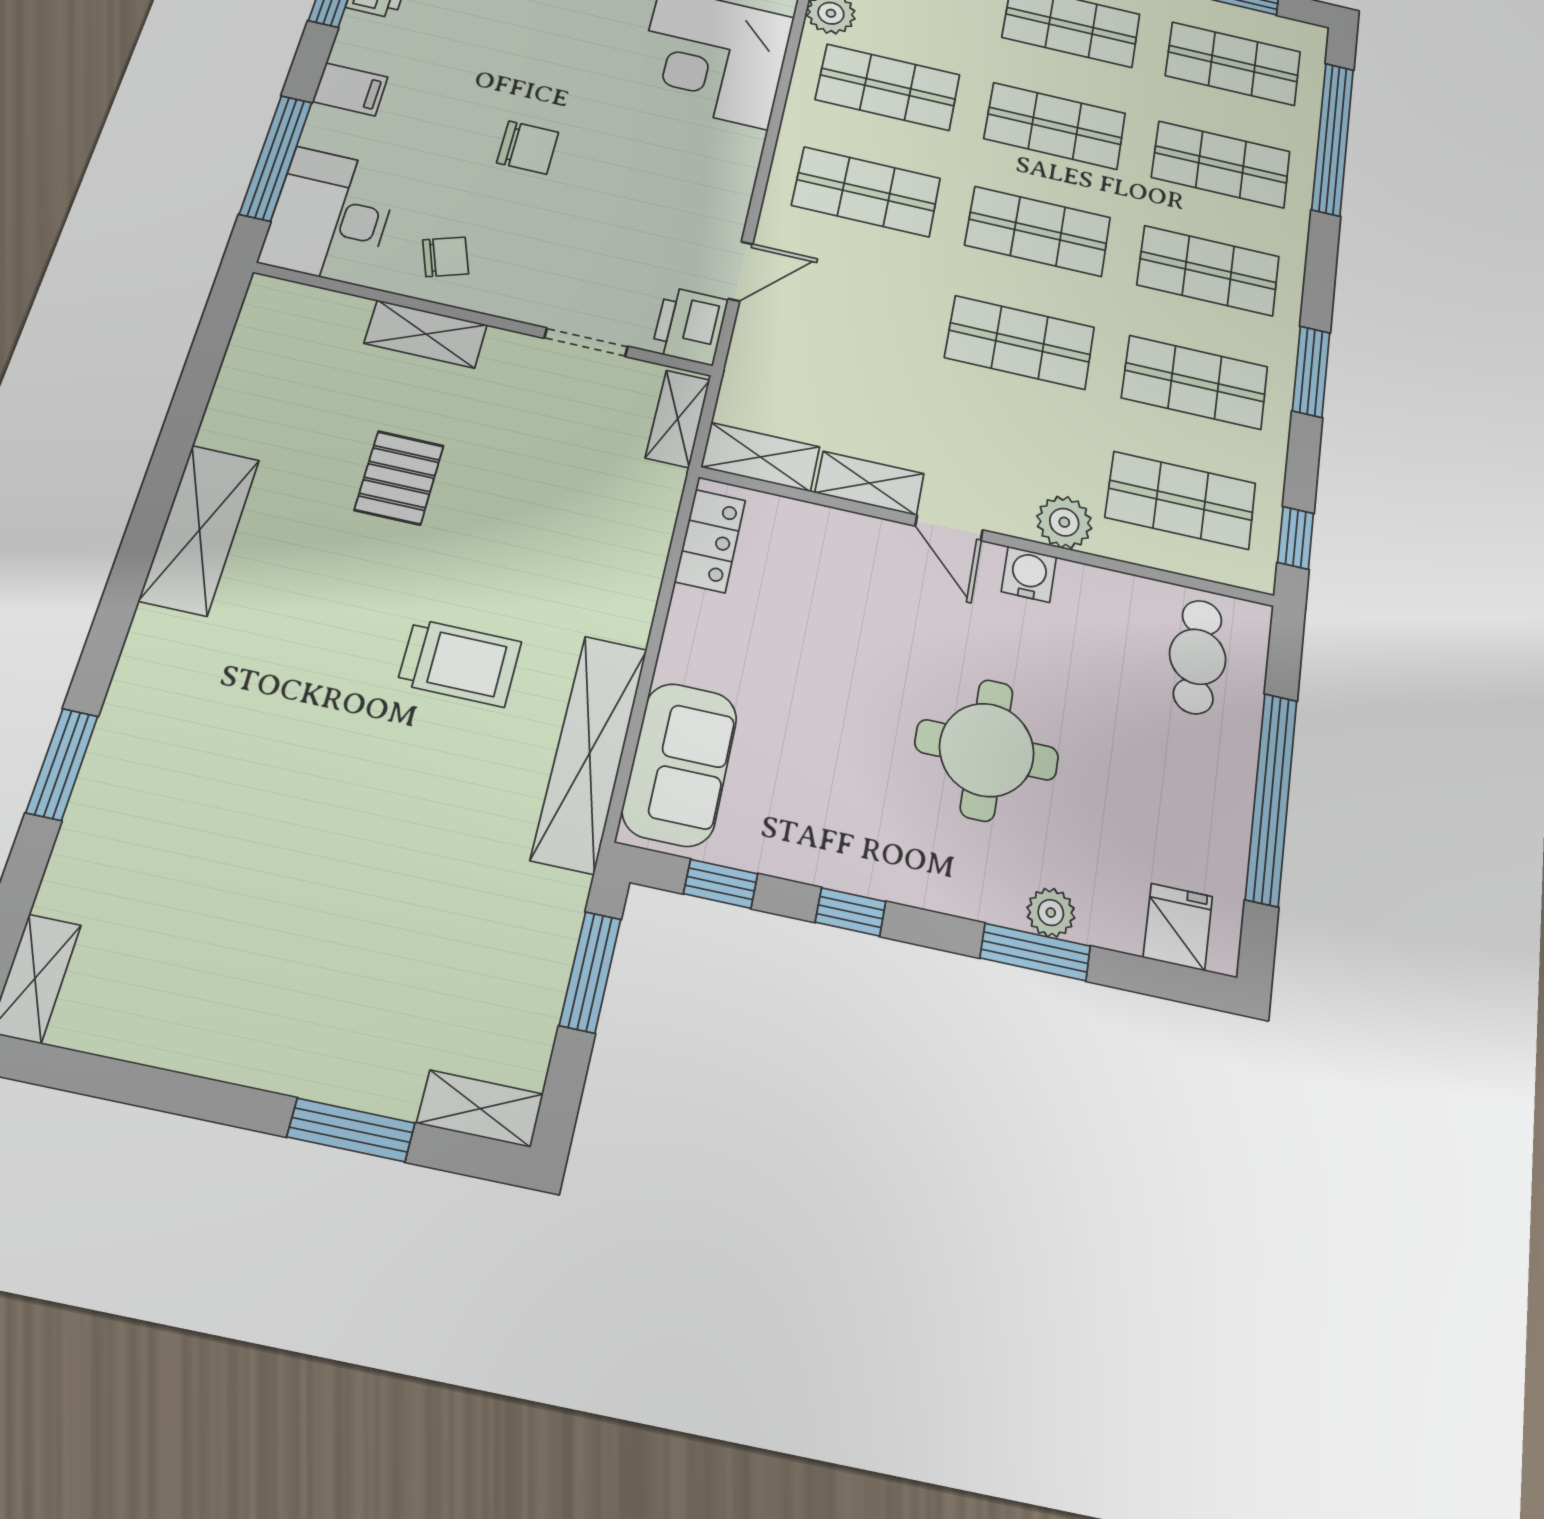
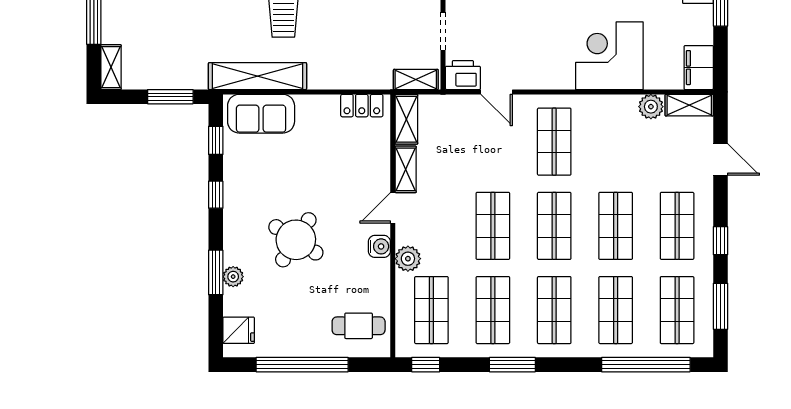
shop shelf: (888, 87) -> (616, 142), removed
round table: (987, 750) -> (296, 240), turned 33

